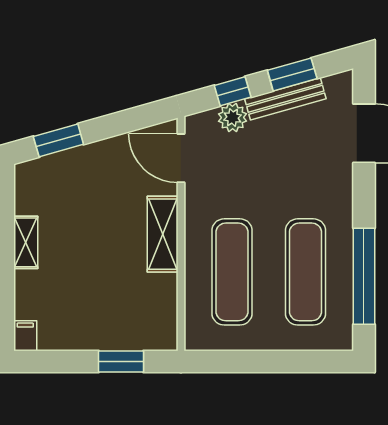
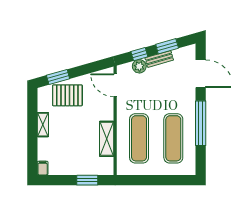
bench: (285, 99) -> (159, 59), width x0.73
pallet: (79, 180) -> (67, 95), added
shelving: (163, 234) -> (107, 139), moved
window: (364, 276) -> (201, 123), moved

